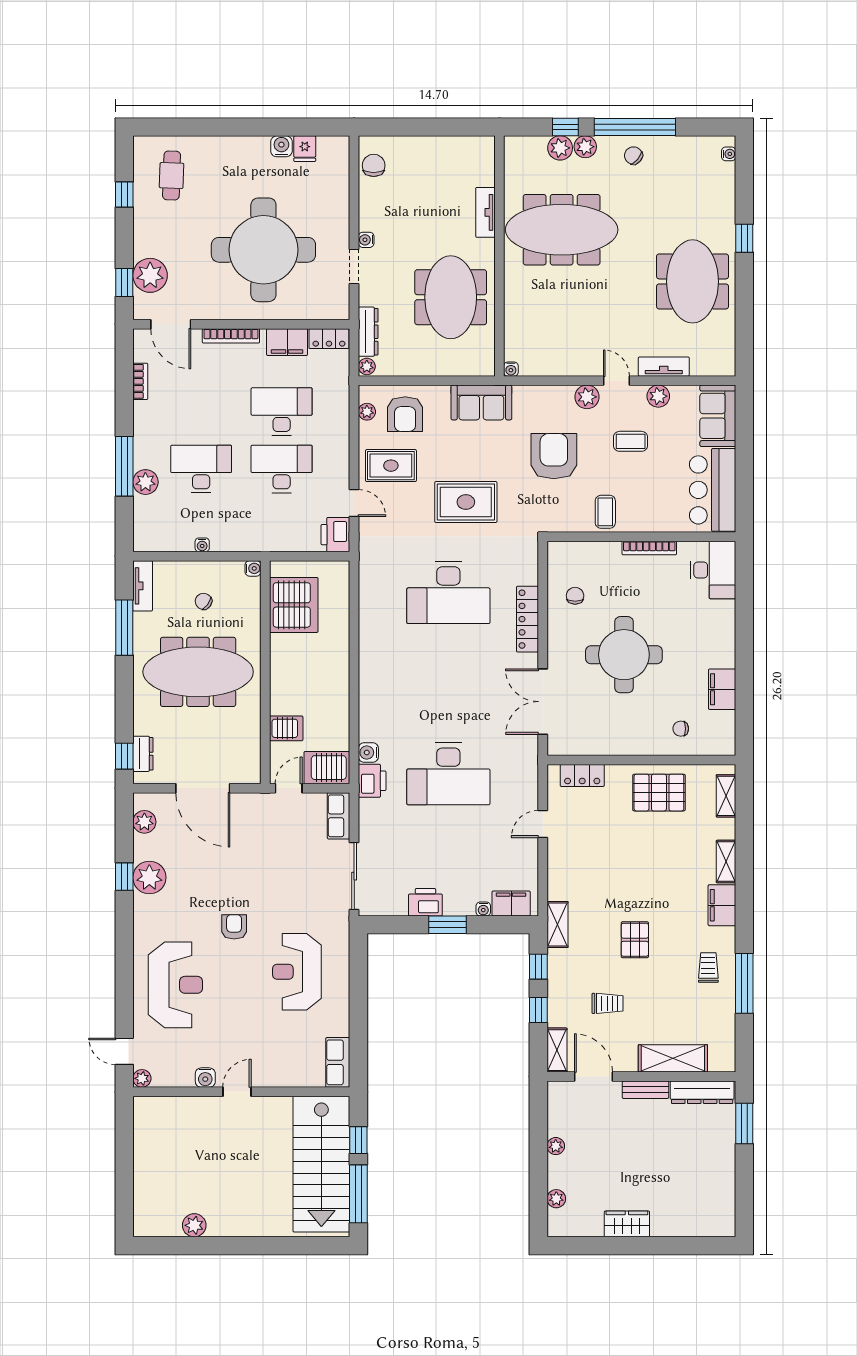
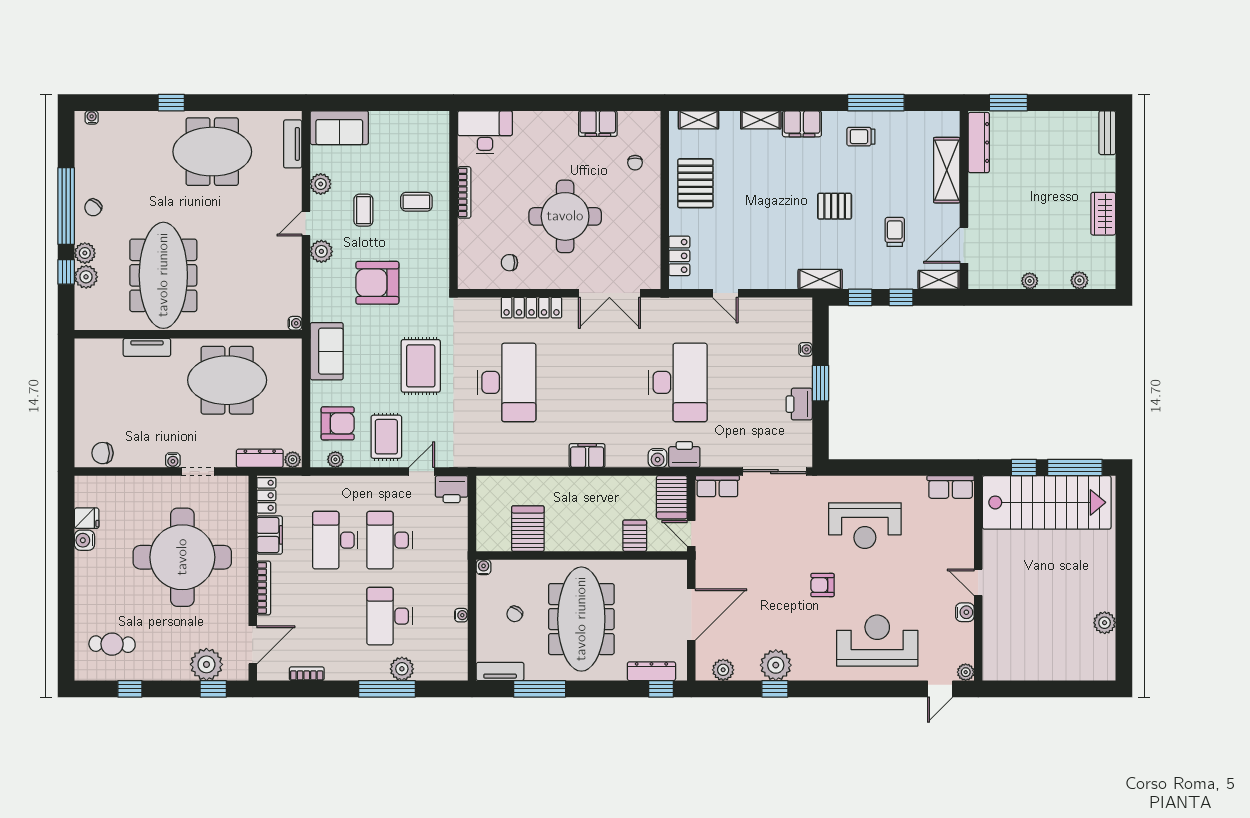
tv unit: (664, 367) -> (293, 144), moved
bar counter: (713, 490) -> (409, 133), removed
coffee table: (605, 512) -> (416, 202), moved
server rack: (294, 605) -> (528, 529), width x0.63
dresser: (143, 754) -> (651, 671), width x1.44
filing cabinet: (511, 903) -> (587, 456), moved, turned 90
bench: (645, 1090) -> (1107, 133), moved

